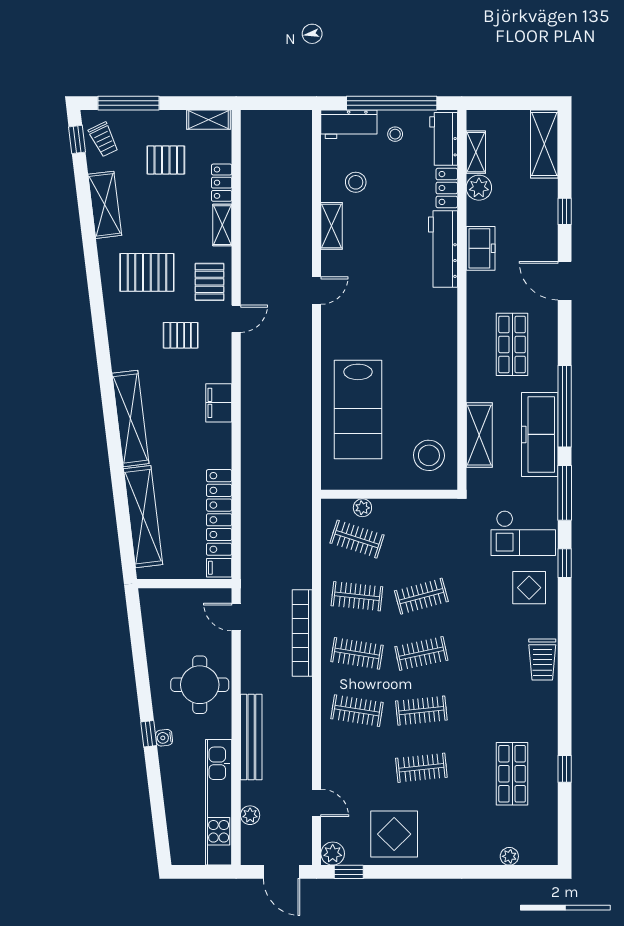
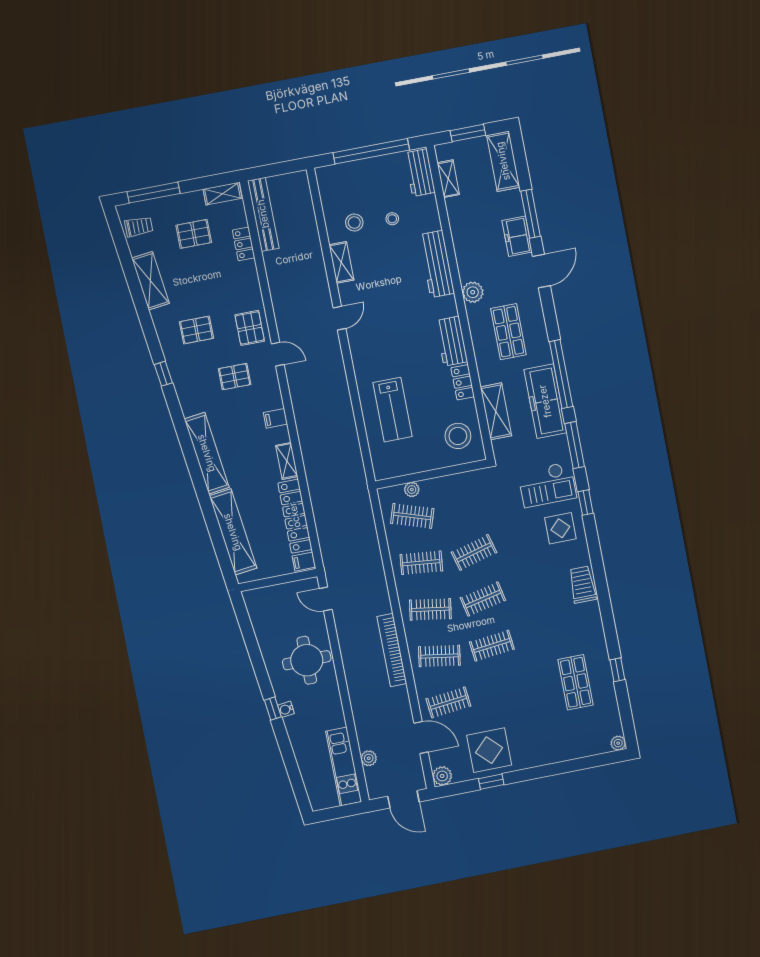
window: (509, 103) -> (468, 133), added
workbench: (349, 124) -> (452, 341), moved, turned 90
stool: (395, 134) -> (392, 219), moved
window: (77, 139) -> (163, 374), moved
trolley: (104, 139) -> (139, 227), turned -64
locker: (447, 188) -> (463, 382), moved
plant: (479, 188) -> (473, 292), moved
window: (565, 211) -> (531, 214), width x2.17
shelving: (222, 225) -> (287, 461), moved
freezer: (481, 248) -> (517, 236), moved, turned 180
pallet: (147, 272) -> (196, 330), width x0.67, depth x0.71
door: (565, 281) -> (541, 271), swing flipped
door: (236, 319) -> (278, 354), hinge flipped
filing cabinet: (219, 403) -> (275, 418), width x0.50
lab bench: (358, 409) -> (392, 410), width x0.73, depth x0.72
bookcase: (302, 633) -> (392, 650), moved
trolley: (542, 660) -> (582, 585), turned 180
bench: (251, 737) -> (263, 214), moved
clothes rail: (421, 768) -> (448, 702), moved
kitchen unit: (219, 802) -> (344, 767), width x0.73
door: (317, 803) -> (421, 737), width x1.38
plant: (509, 856) -> (618, 743), moved
window: (349, 872) -> (491, 782), moved

